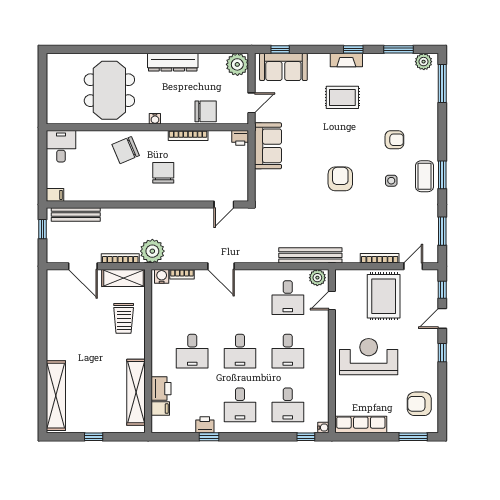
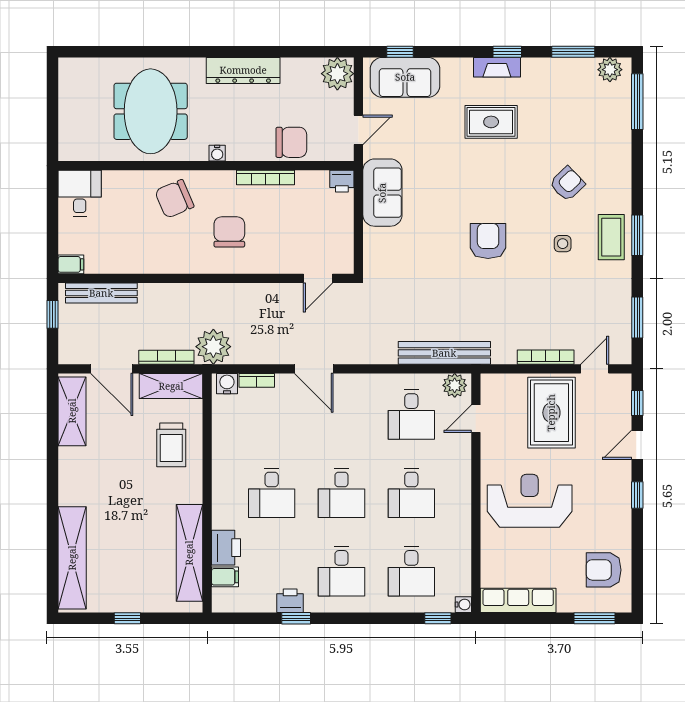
armchair: (394, 140) -> (567, 184), turned -44
shelving: (56, 295) -> (72, 411), added

